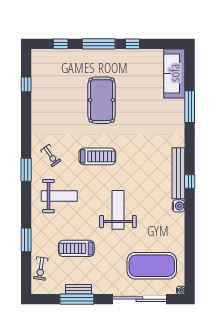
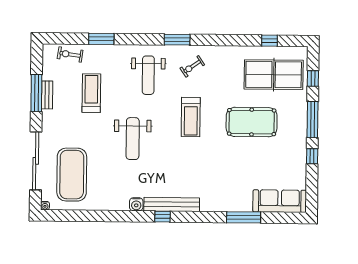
table tennis table: (57, 80) -> (274, 75), added
weight bench: (118, 210) -> (133, 139), turned 90

